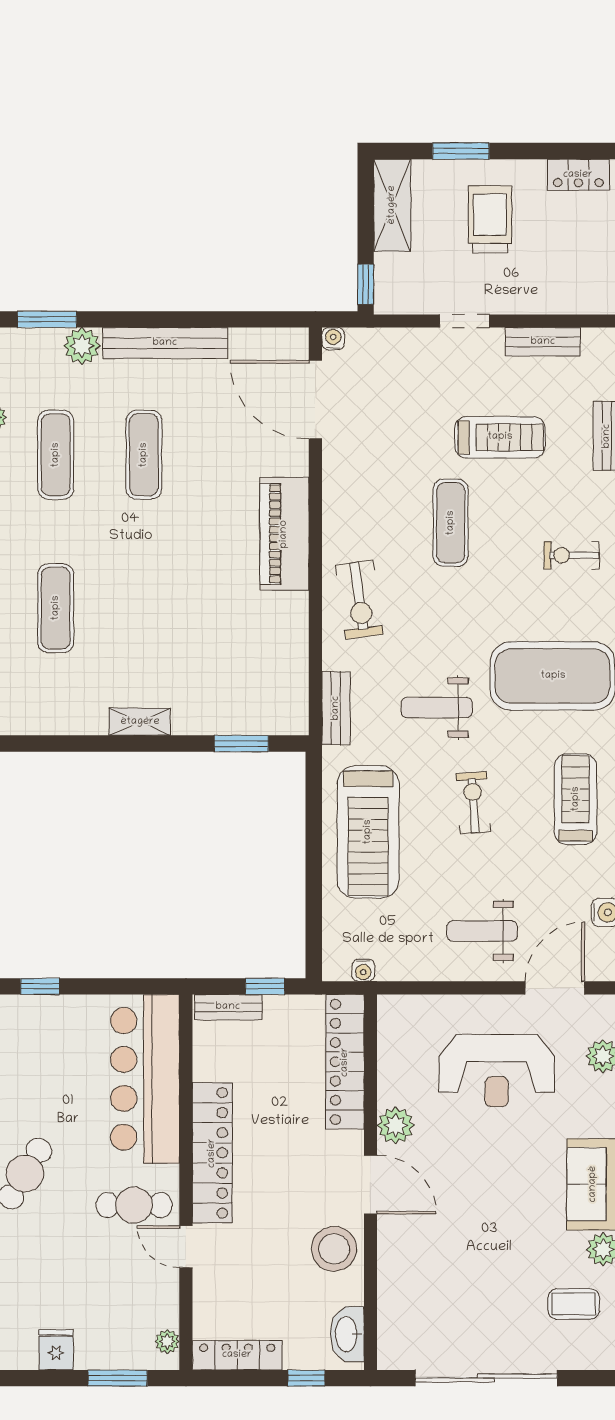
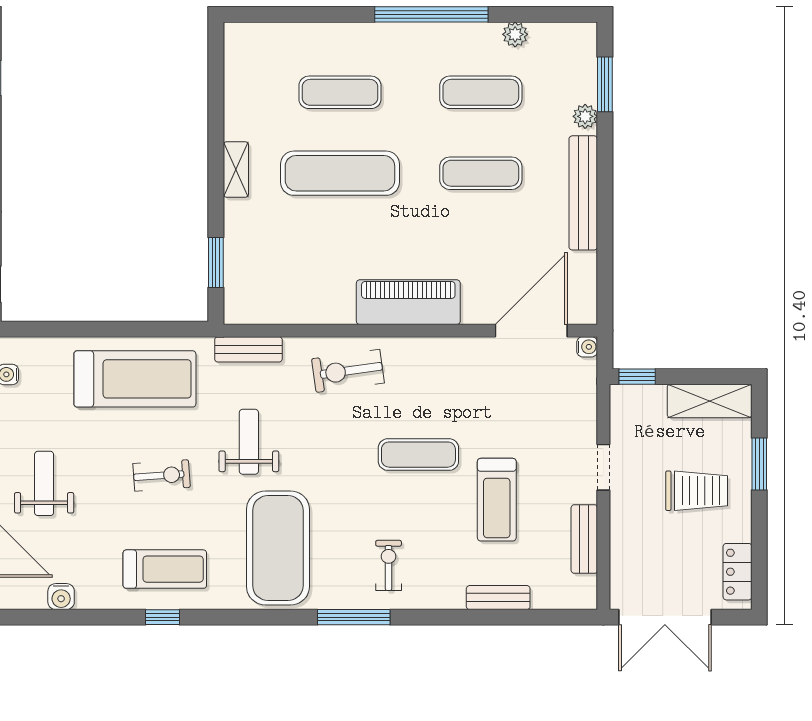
plant: (82, 346) -> (585, 116), width x0.73, depth x0.73
exercise mat: (144, 608) -> (340, 173), added
treadmill: (368, 832) -> (135, 379), turned 180

